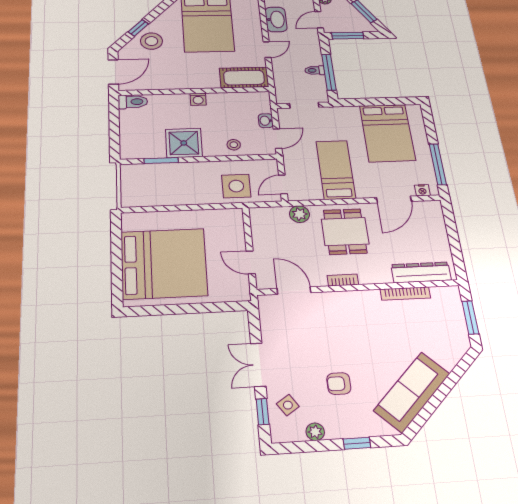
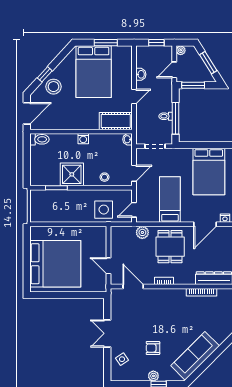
washbasin: (276, 19) -> (141, 74), width x0.52, depth x0.69
washbasin: (266, 121) -> (128, 139), moved
window: (263, 412) -> (107, 362), removed
plant: (315, 432) -> (153, 376), moved

